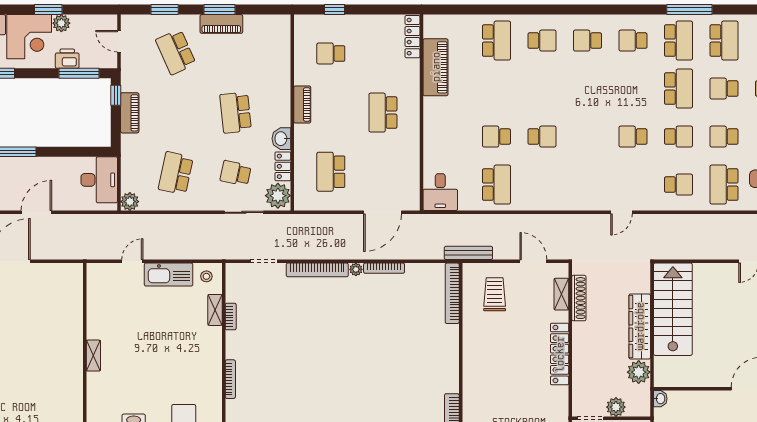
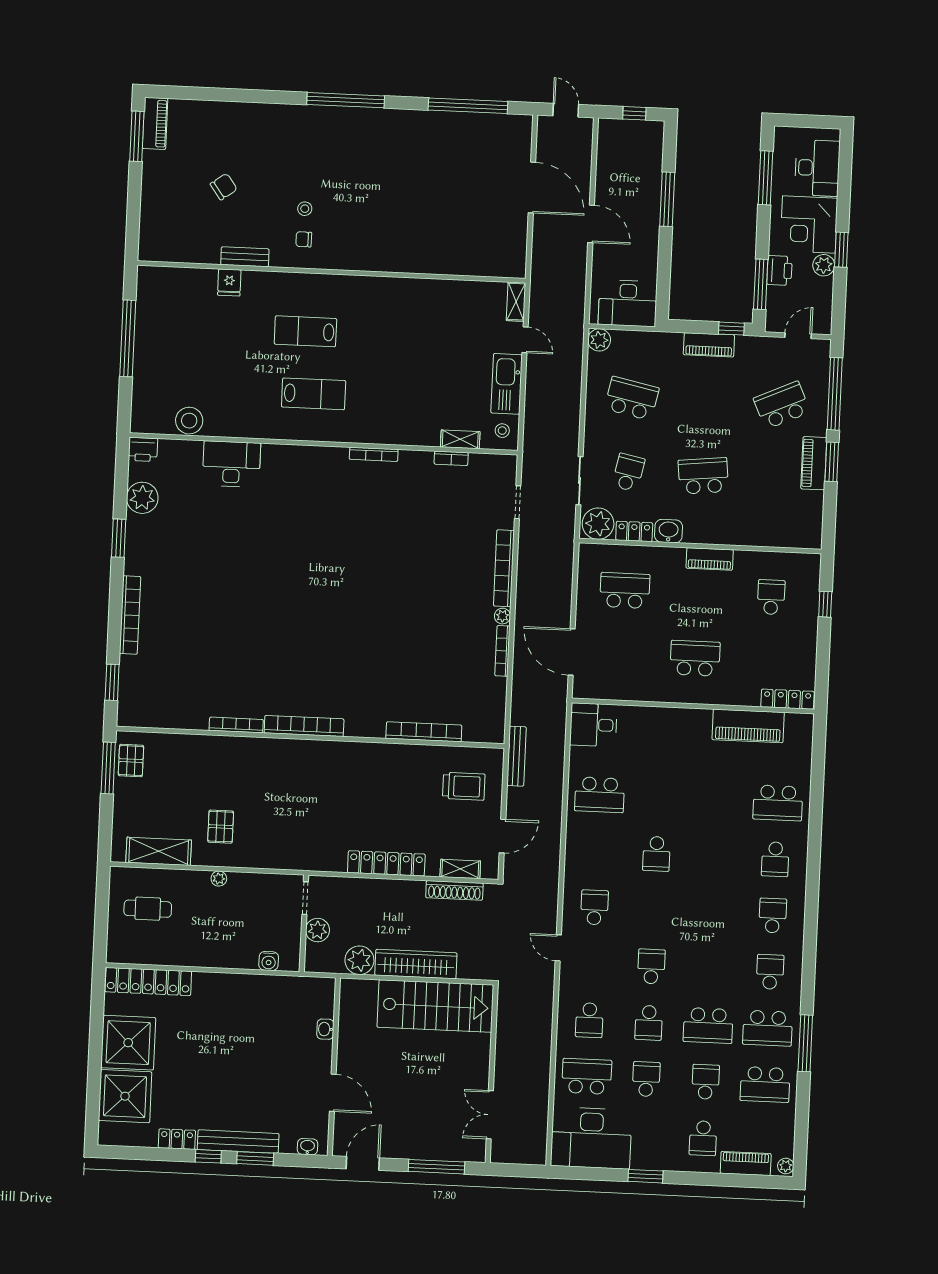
window: (165, 10) -> (835, 394), width x2.11
school desk: (496, 137) -> (594, 907), moved
bookcase: (452, 293) -> (424, 732), moved
shelving: (93, 356) -> (516, 302), moved, turned 90
washbasin: (660, 399) -> (325, 1029), moved, turned 90

